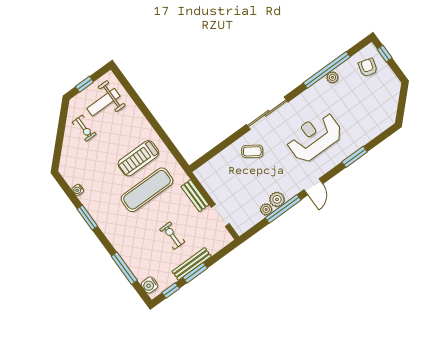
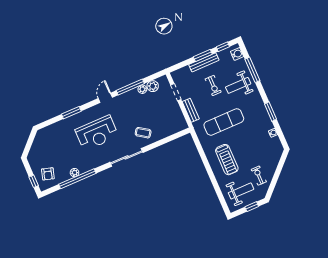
treadmill: (138, 158) -> (227, 160), moved, turned 90
plant: (277, 199) -> (153, 86), moved
weight bench: (139, 243) -> (238, 85), added

